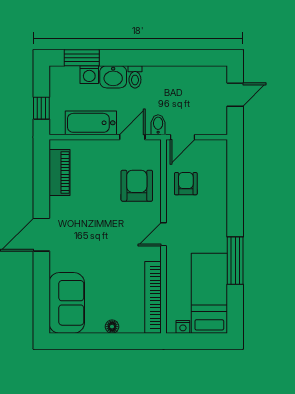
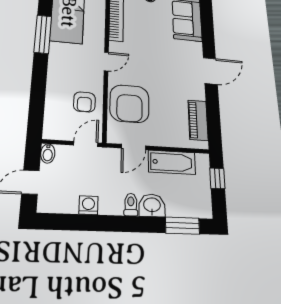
washing machine: (89, 75) -> (88, 205), moved
bidet: (158, 125) -> (48, 153), moved
armchair: (137, 186) -> (130, 104), width x1.36, depth x1.36

